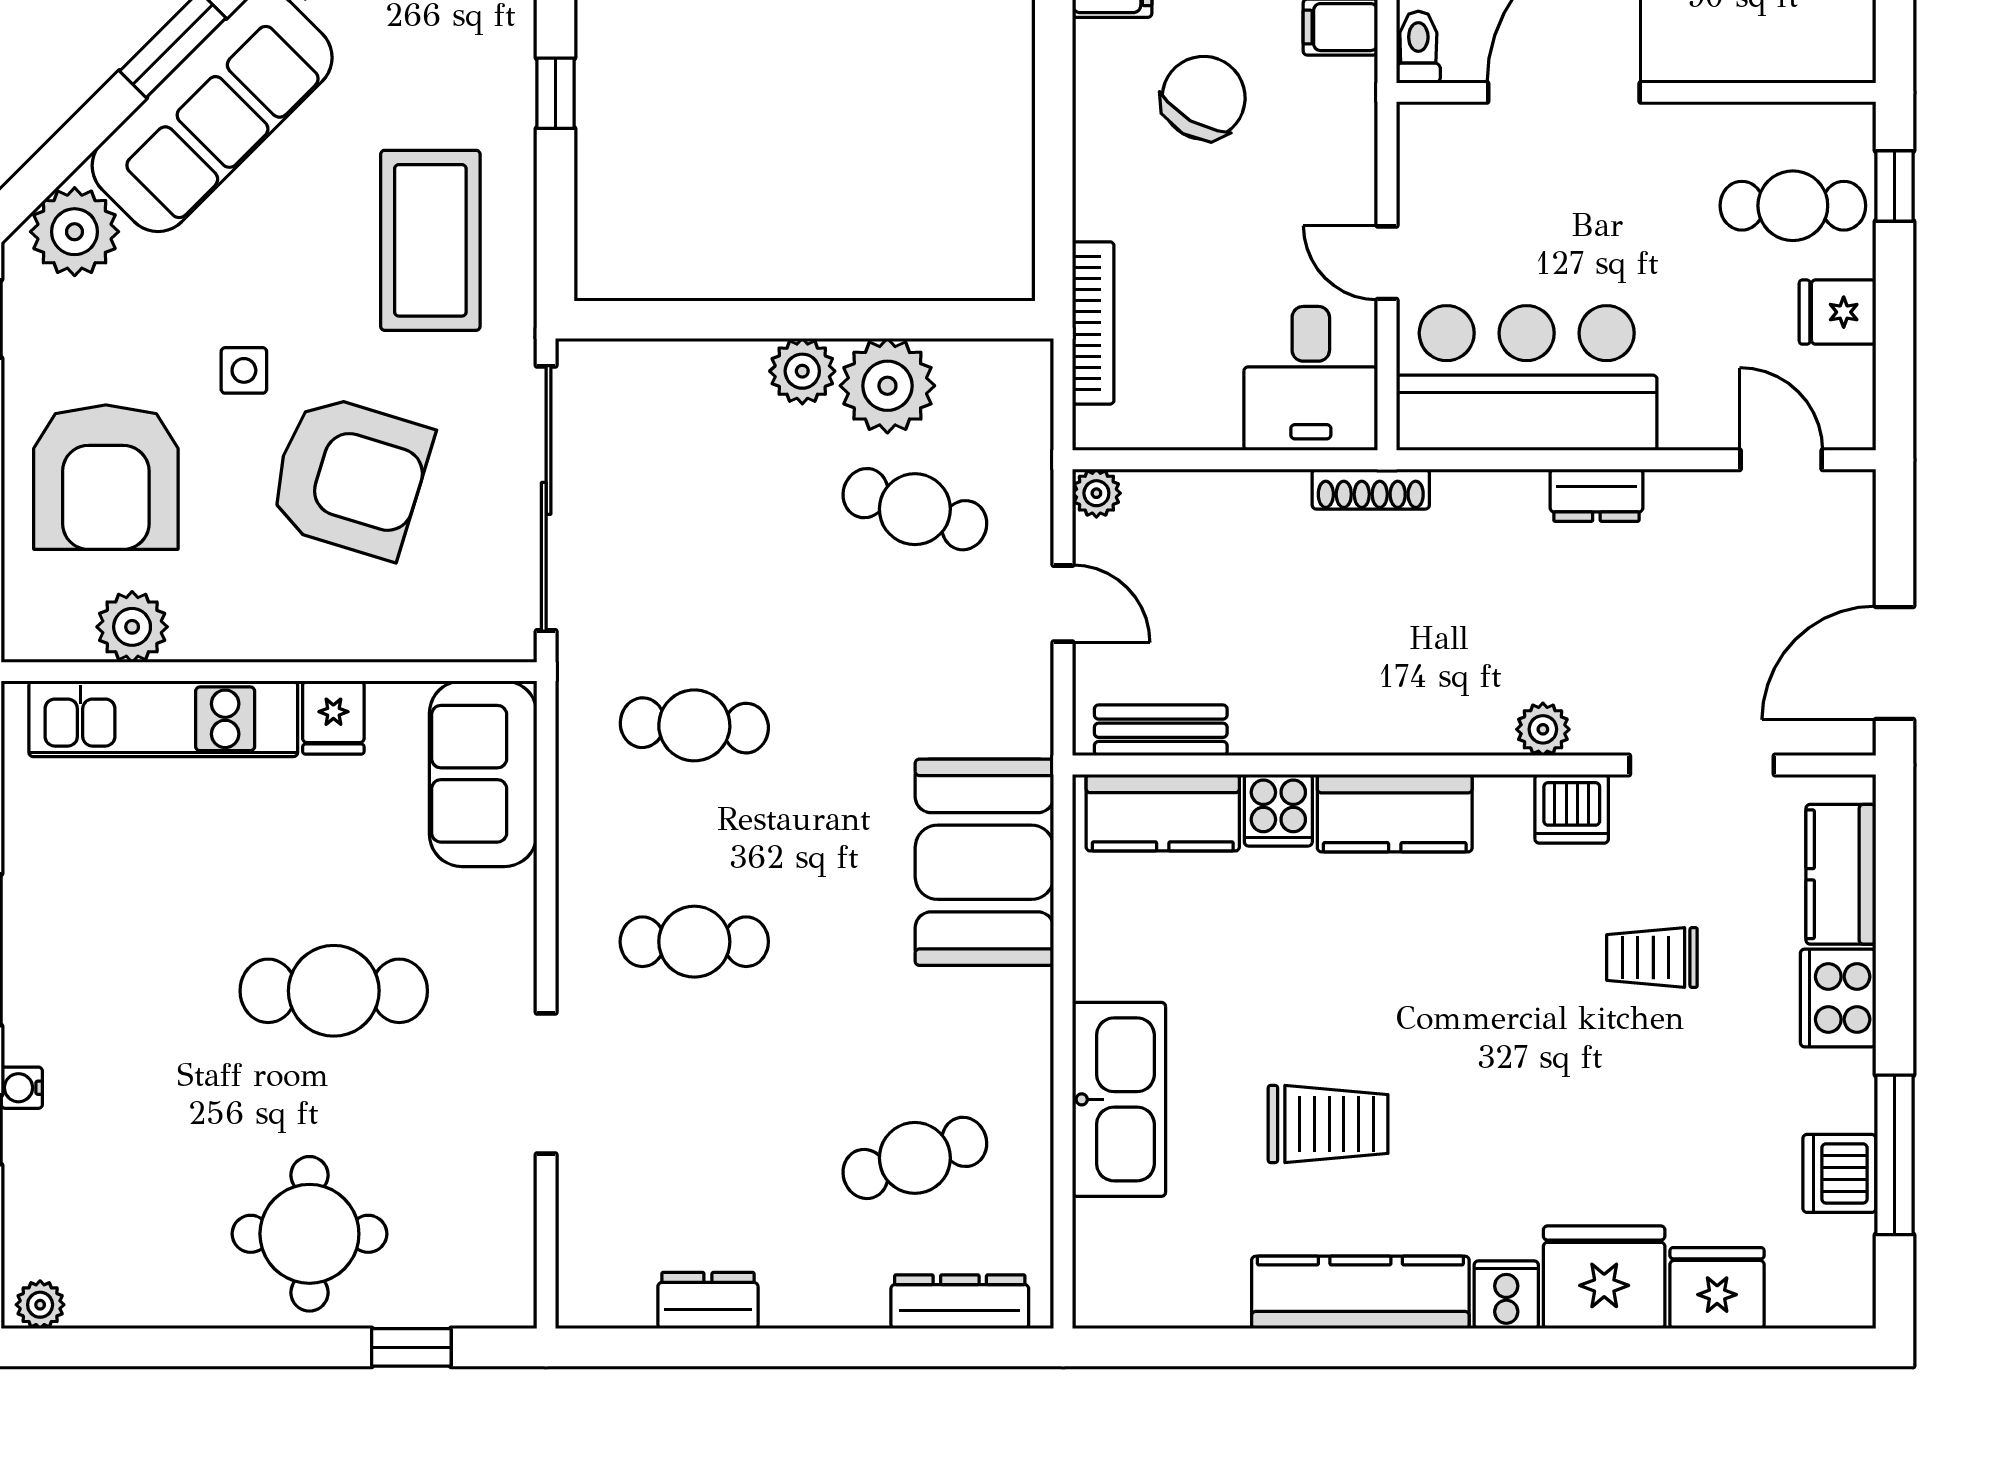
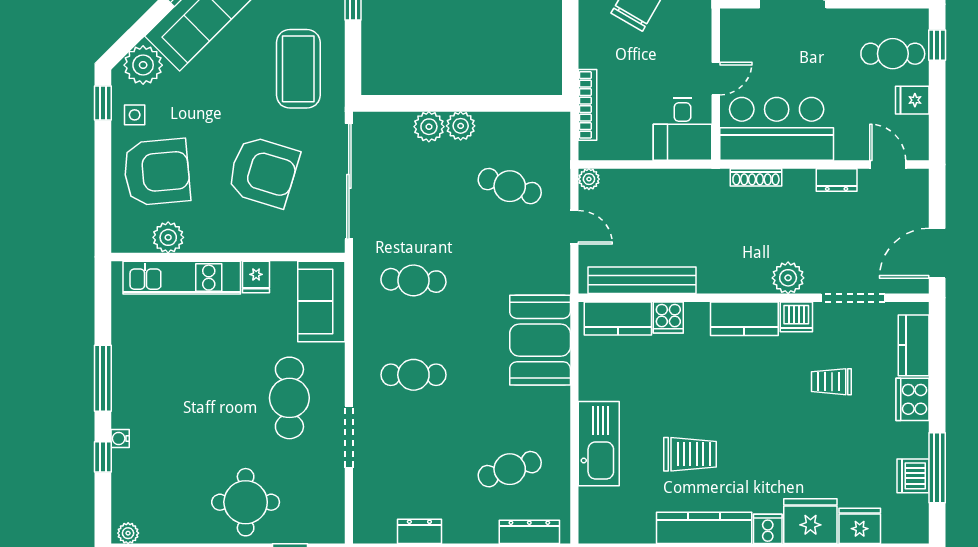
door: (1387, 263) -> (716, 79), swing flipped
side table: (244, 370) -> (135, 115), moved
plant: (887, 386) -> (429, 127), moved, width x0.73, depth x0.73
armchair: (106, 477) -> (157, 172), turned -95
shoe rack: (1371, 489) -> (756, 177), moved
dresser: (1596, 495) -> (837, 180), moved
plant: (1543, 729) -> (788, 278), width x1.38, depth x1.38
bench: (1161, 730) -> (642, 280), width x1.86, depth x1.21
kitchen counter: (1395, 813) -> (744, 319), moved
cafe table: (334, 991) -> (289, 398), moved, turned 90

